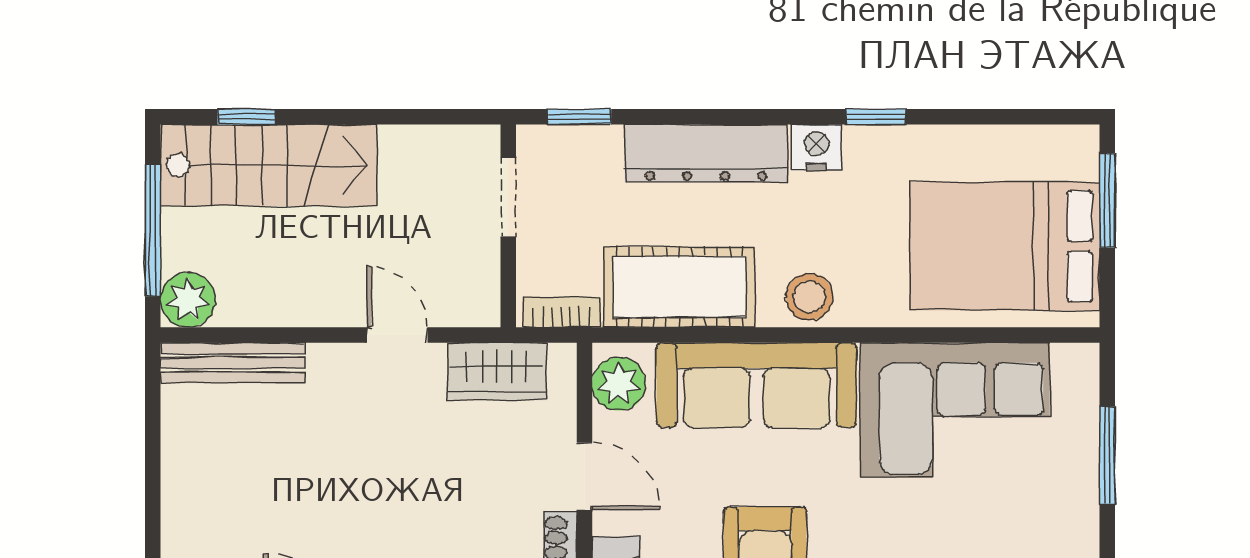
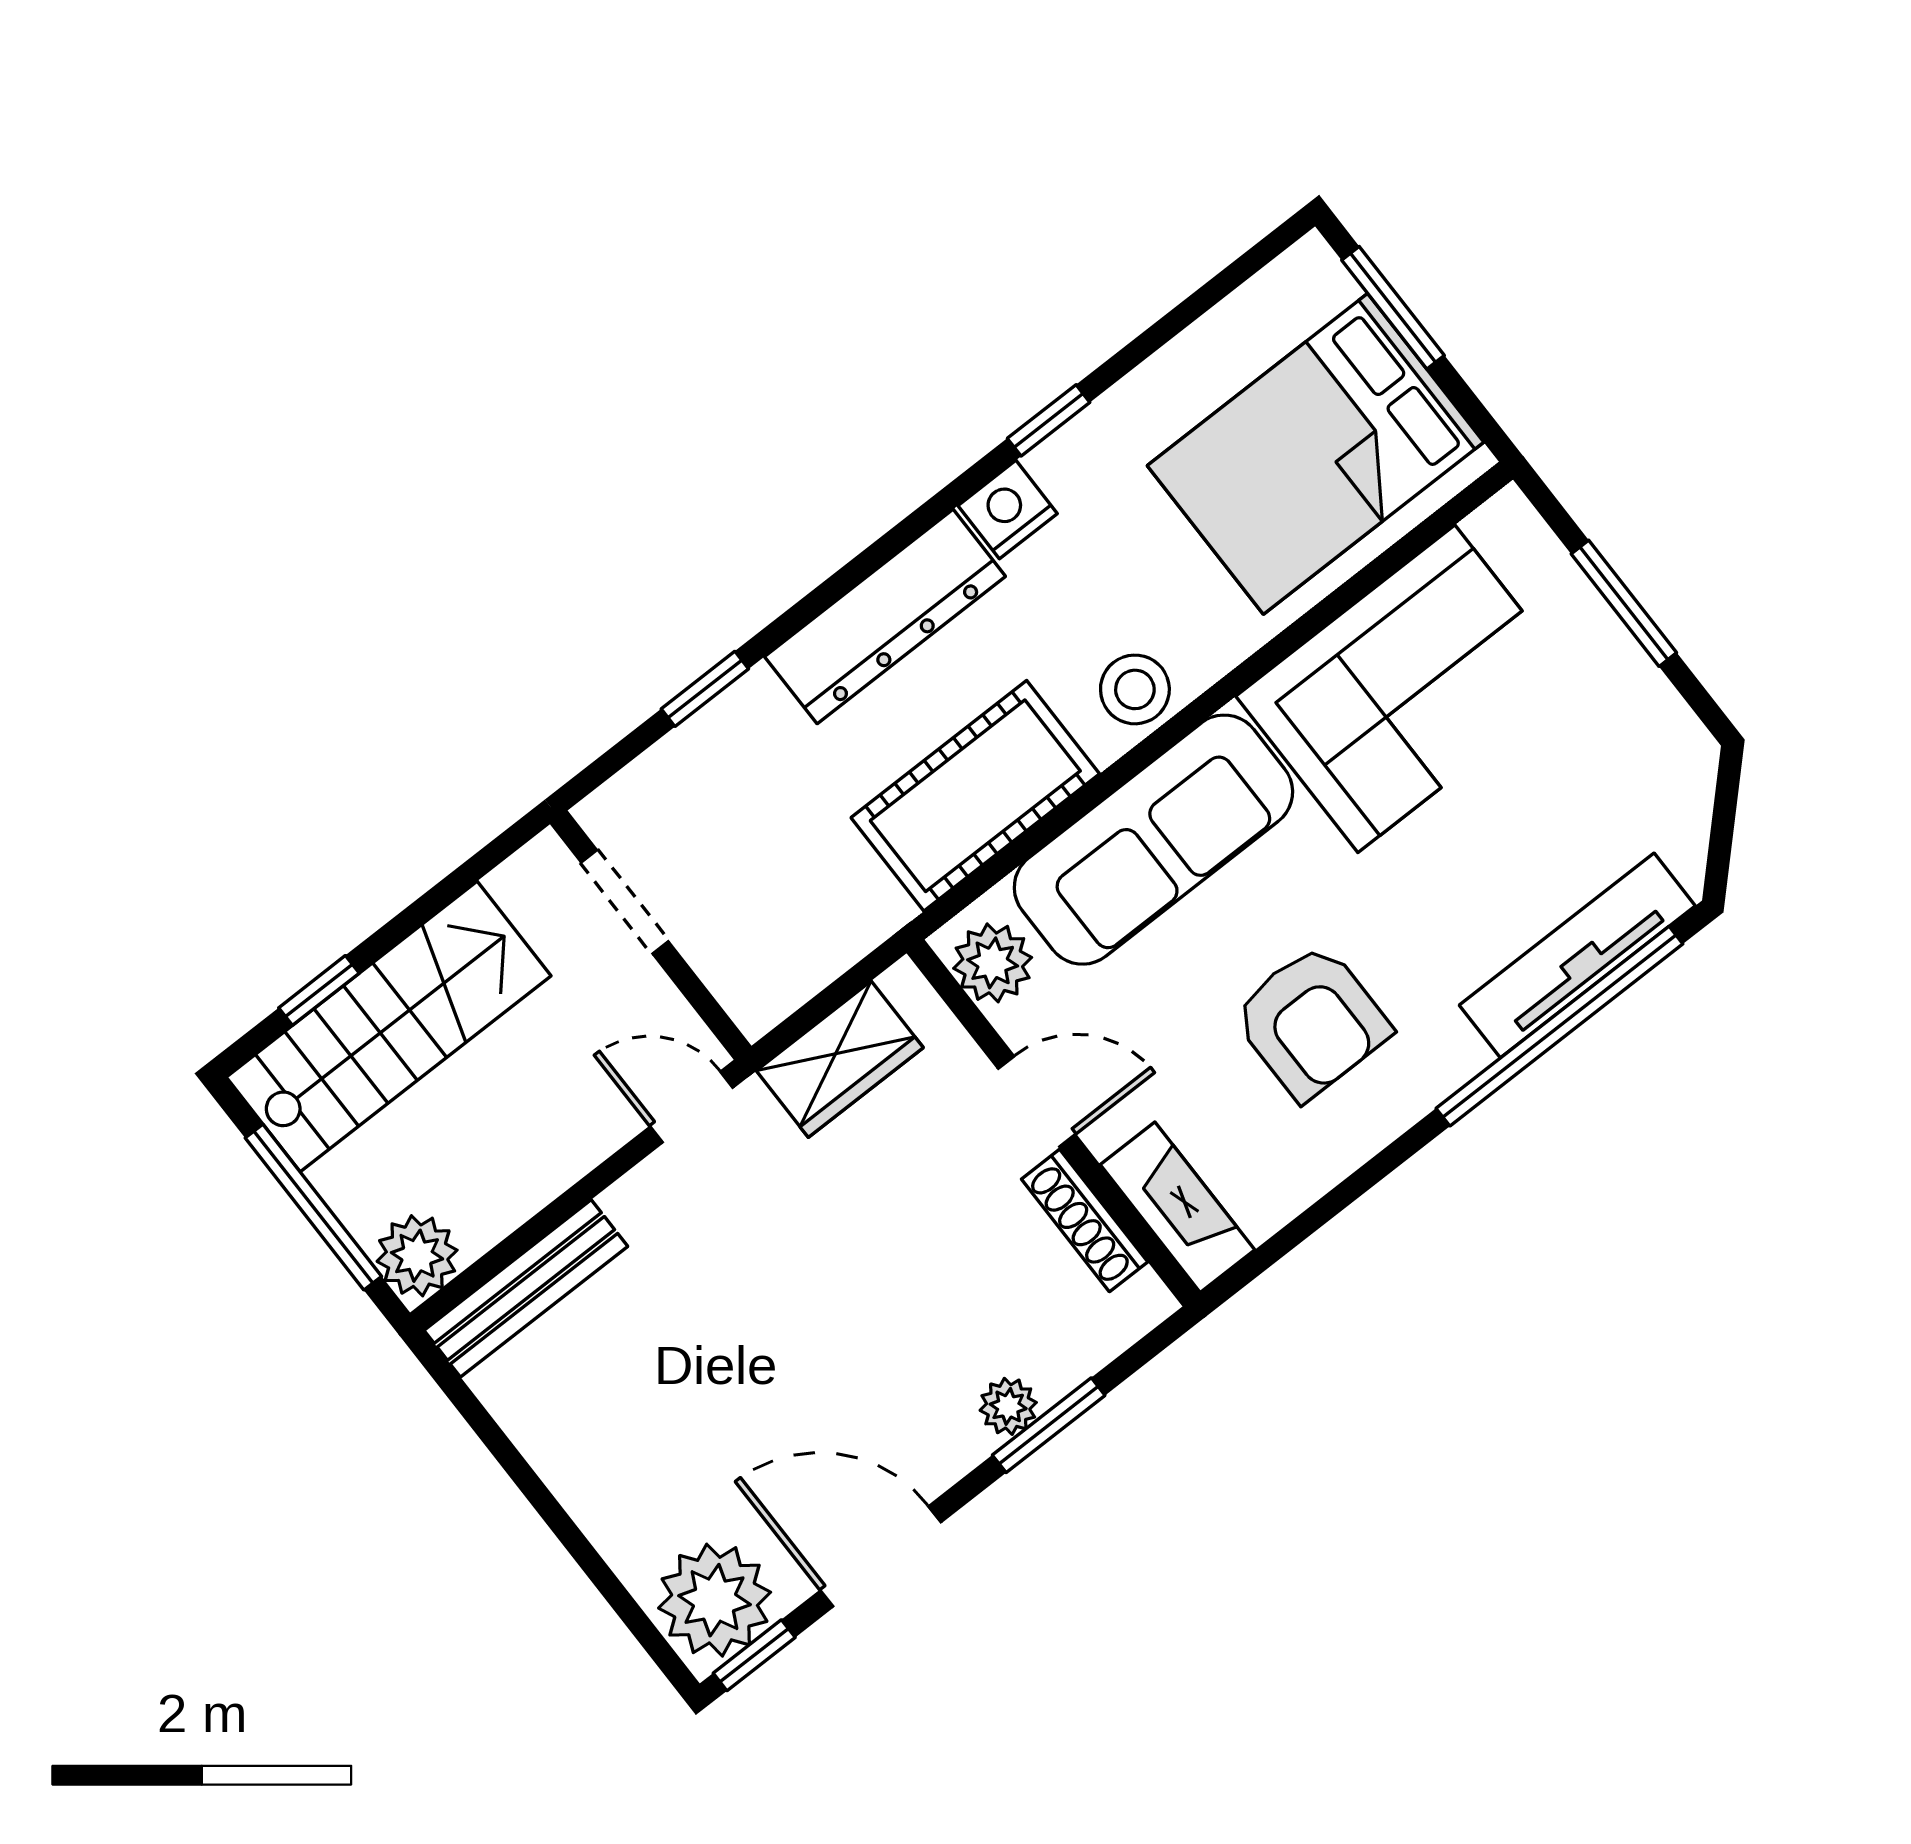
doorway: (508, 197) -> (625, 902), moved
wall: (508, 226) -> (651, 935), moved
bookcase: (561, 312) -> (861, 932), removed

